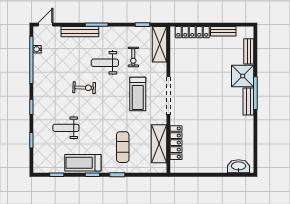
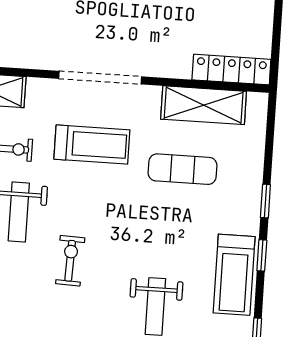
locker: (176, 143) -> (231, 70), moved
exercise mat: (123, 147) -> (183, 169), moved

